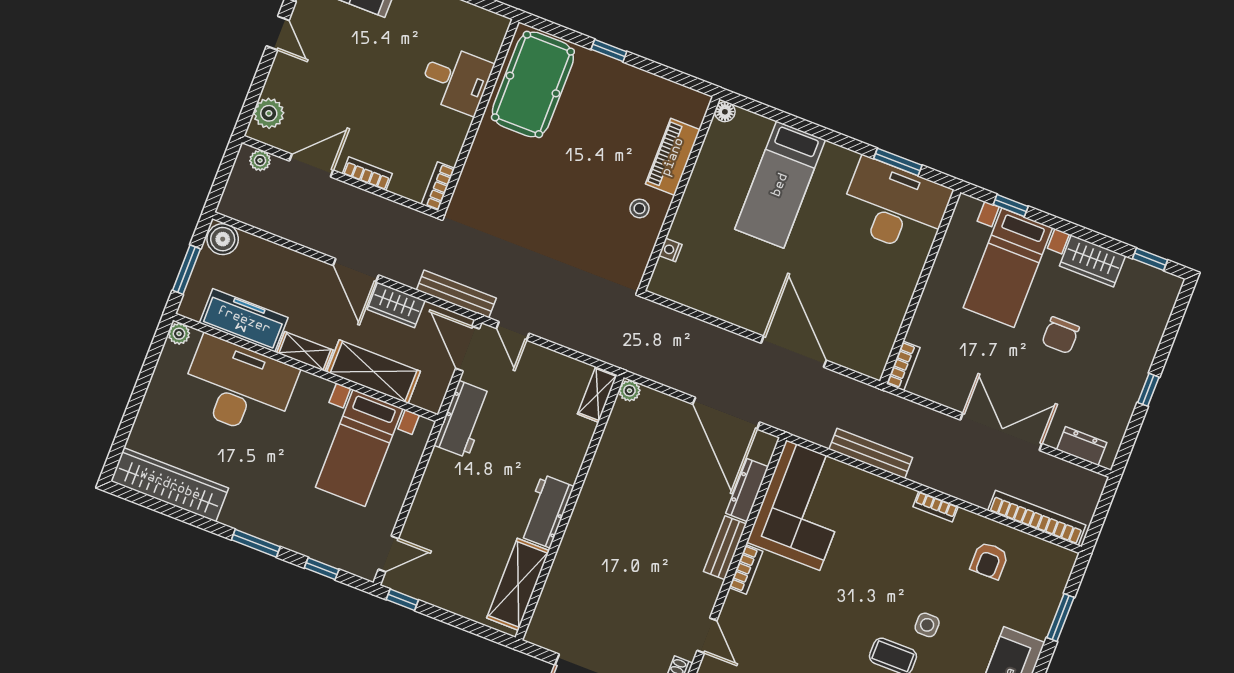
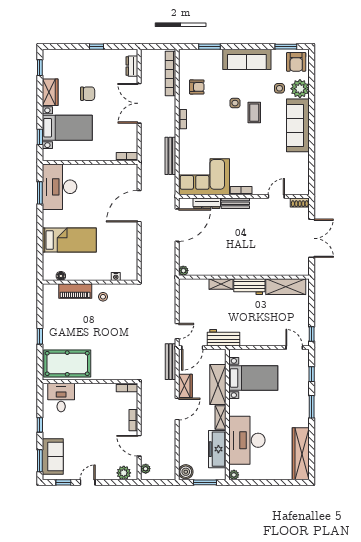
desk: (456, 79) -> (61, 398), moved
floor lamp: (725, 112) -> (61, 276), moved
shelving: (597, 394) -> (221, 284), moved

